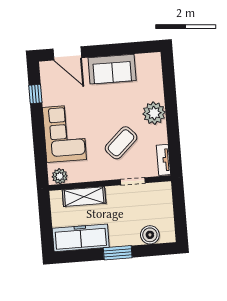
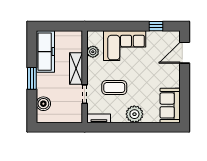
sofa: (112, 69) -> (170, 105), moved
coffee table: (121, 143) -> (114, 88), turned -47
plant: (60, 176) -> (93, 52), moved
shelving: (84, 197) -> (76, 69), moved

